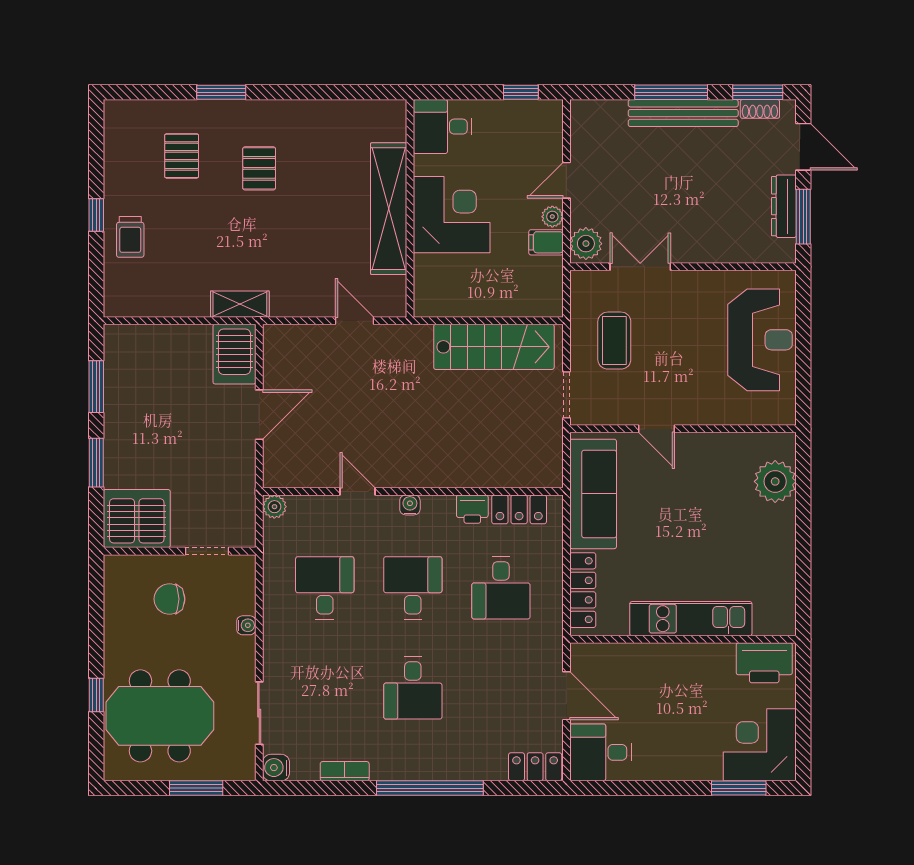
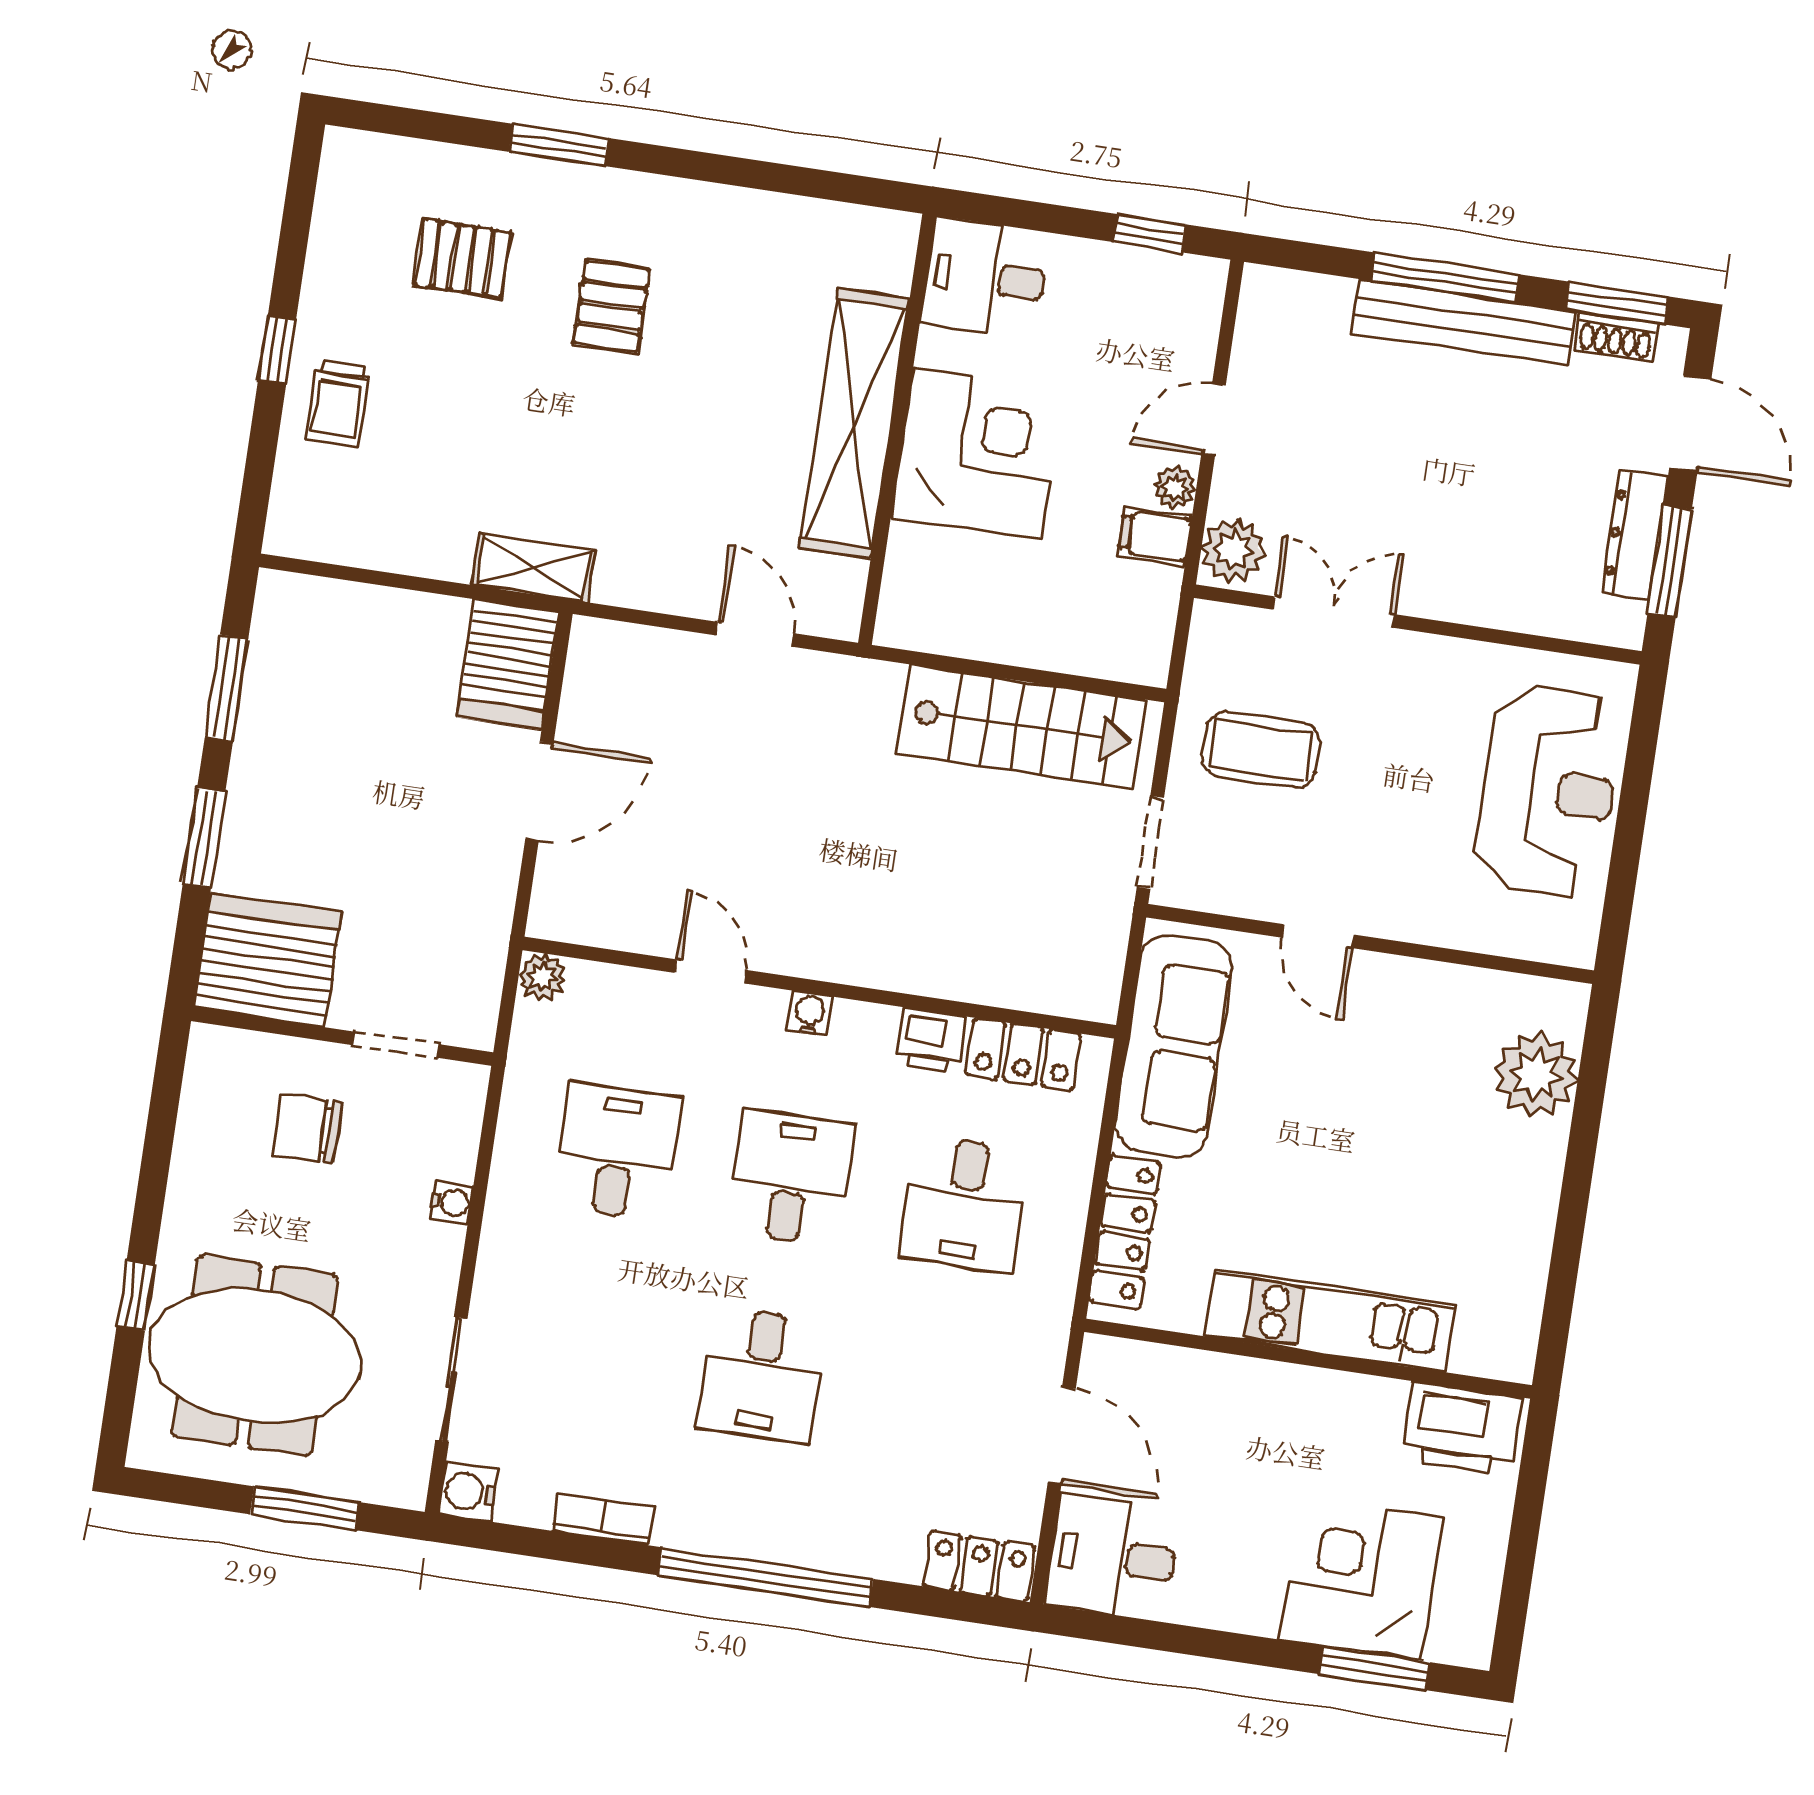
pallet: (182, 156) -> (463, 259), turned 90
coffee table: (614, 341) -> (1261, 750), turned 90
corner desk: (760, 745) -> (1361, 1579), moved

